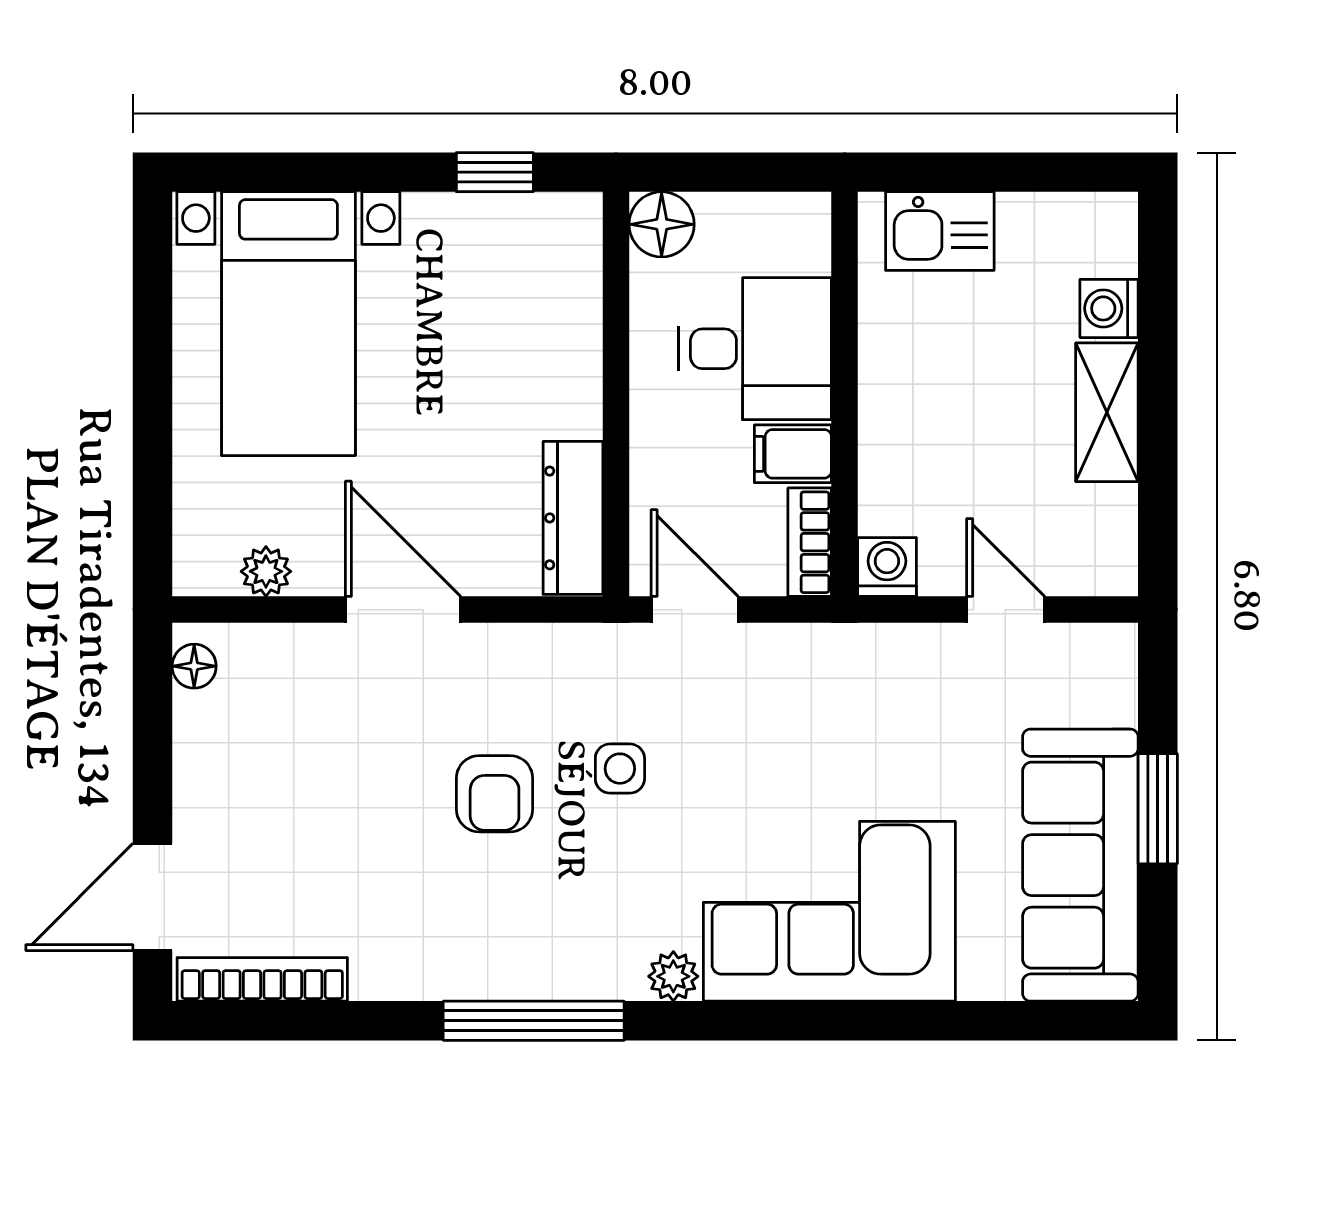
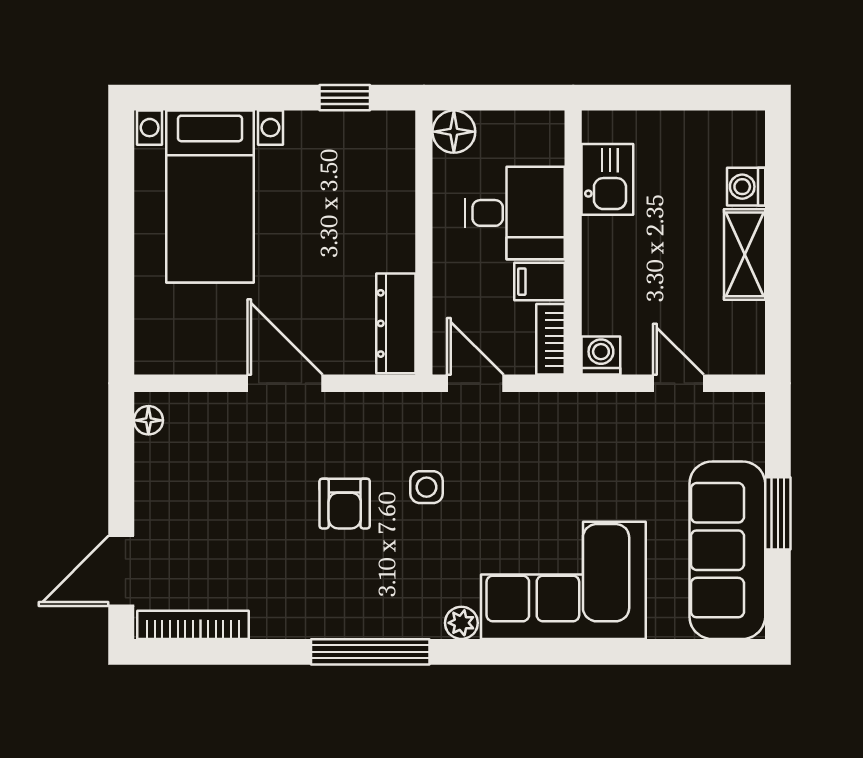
kitchen sink: (940, 231) -> (607, 179), moved, turned -90
plant: (266, 571) -> (195, 358), removed

